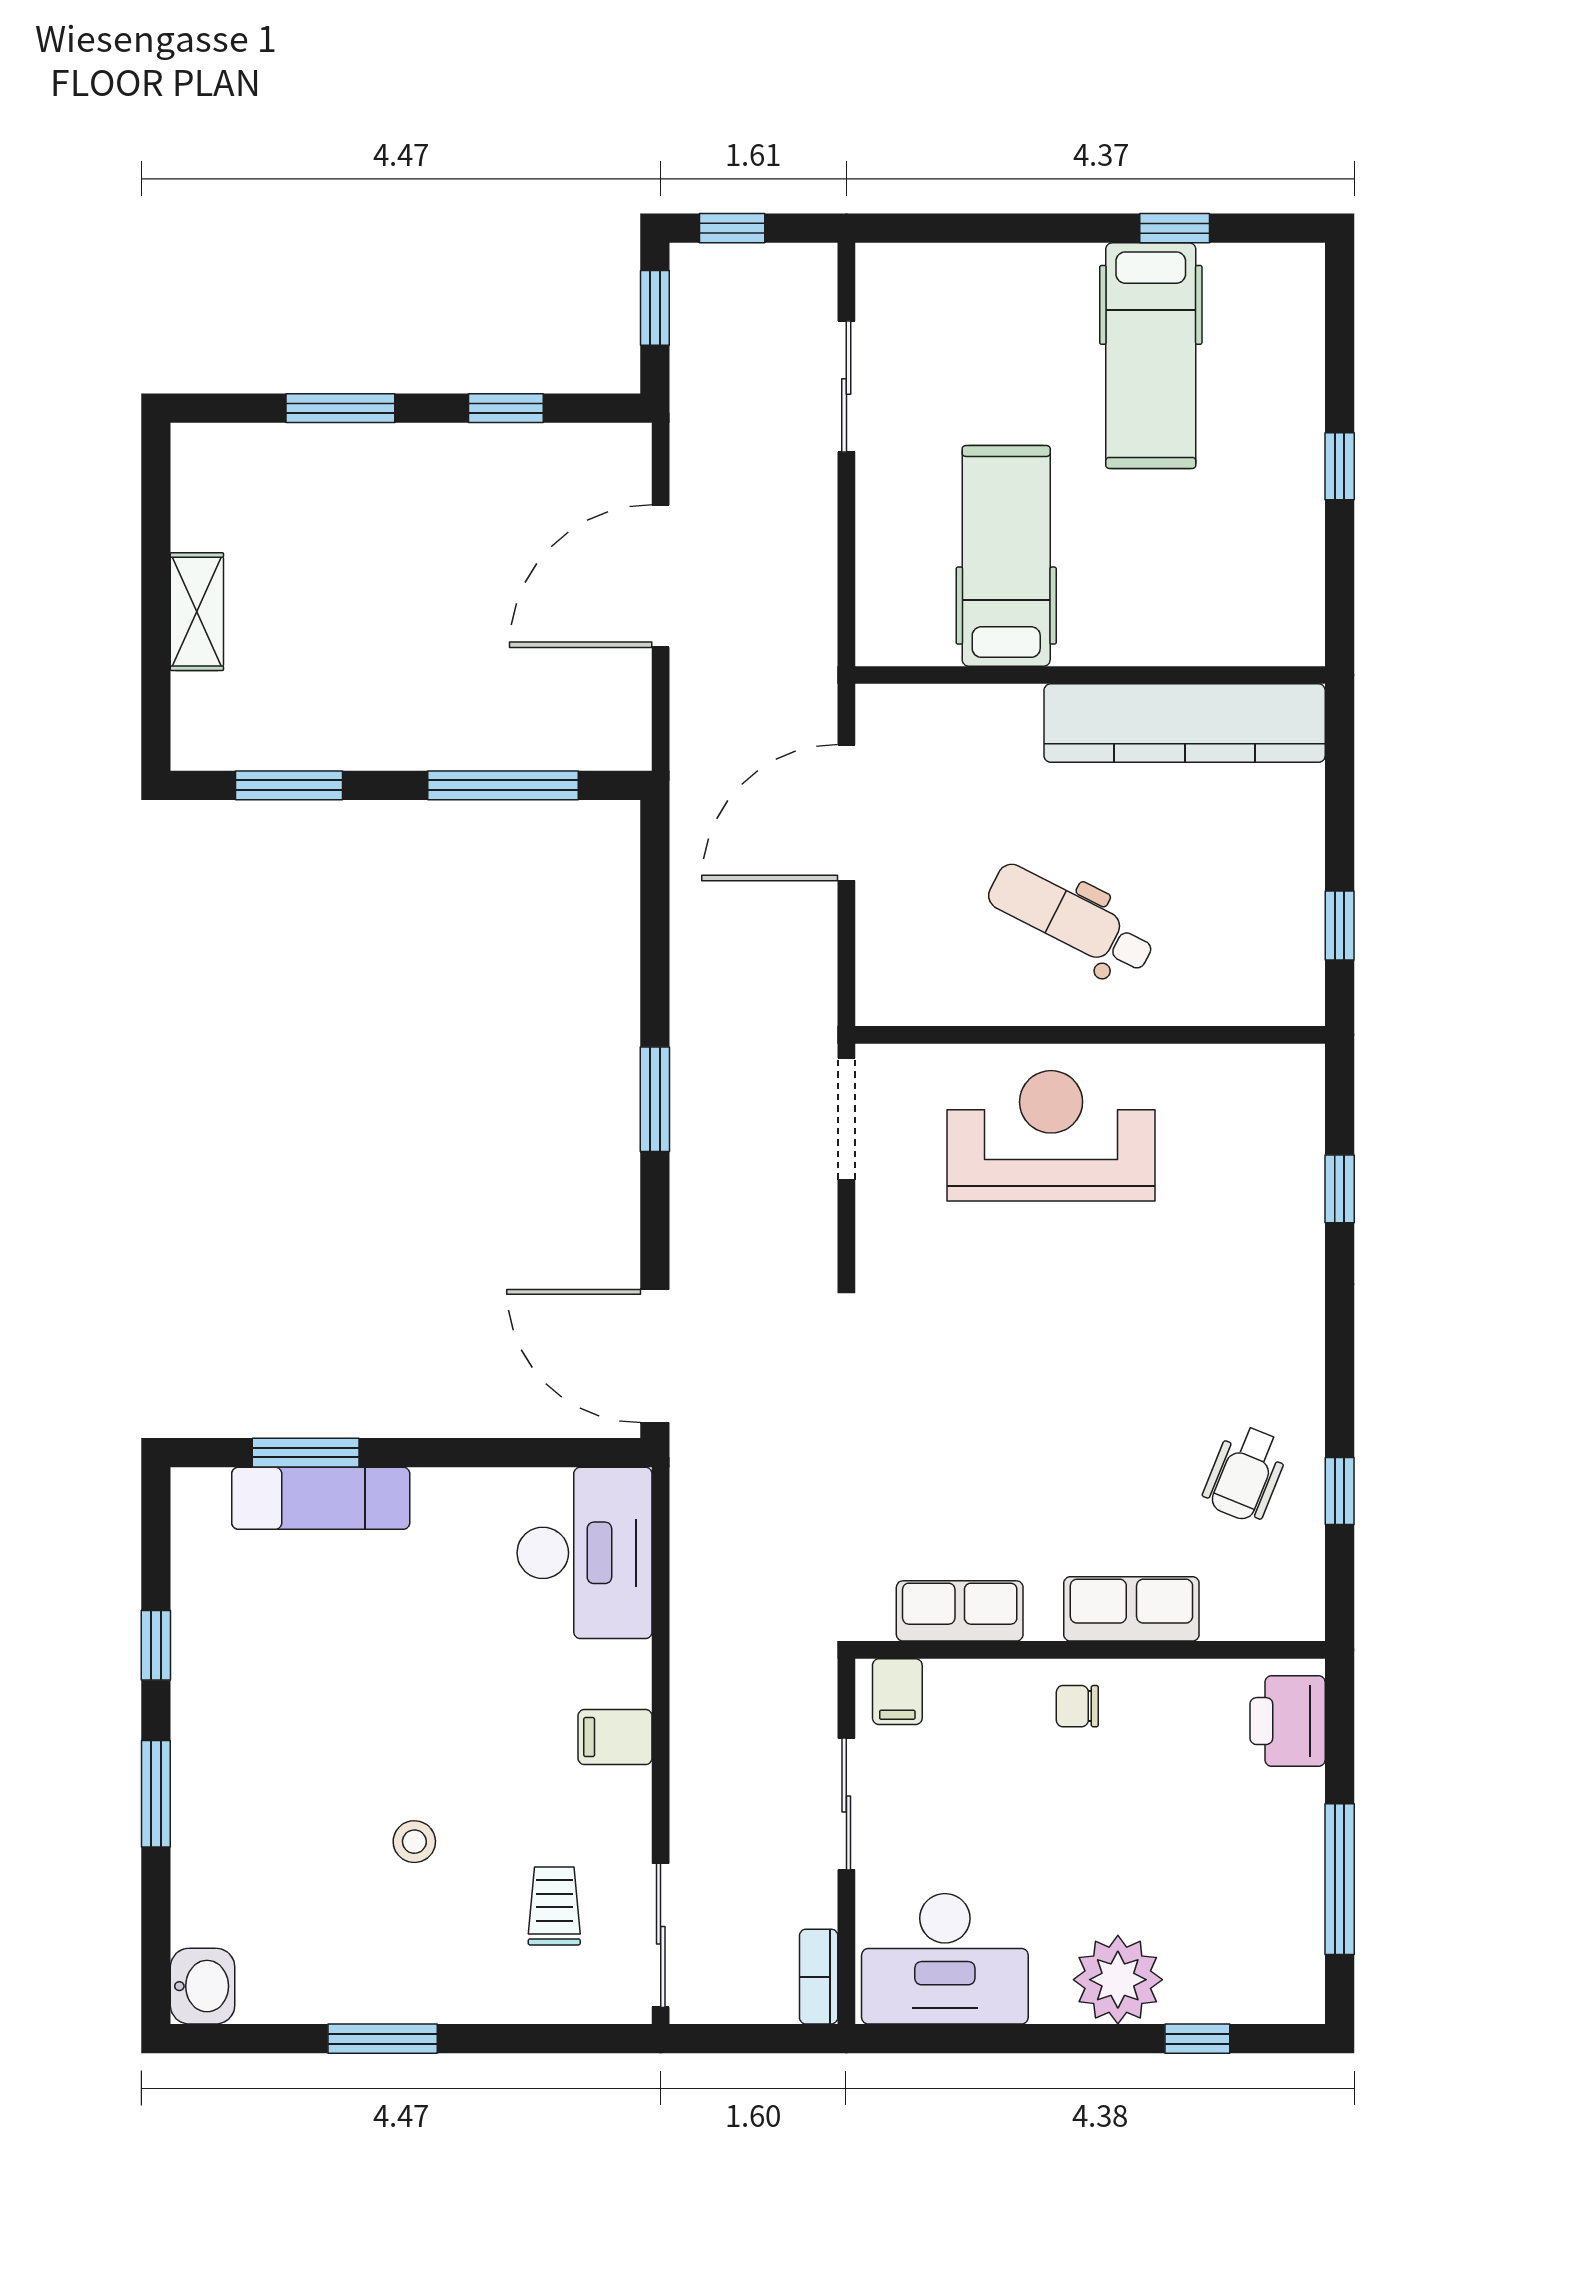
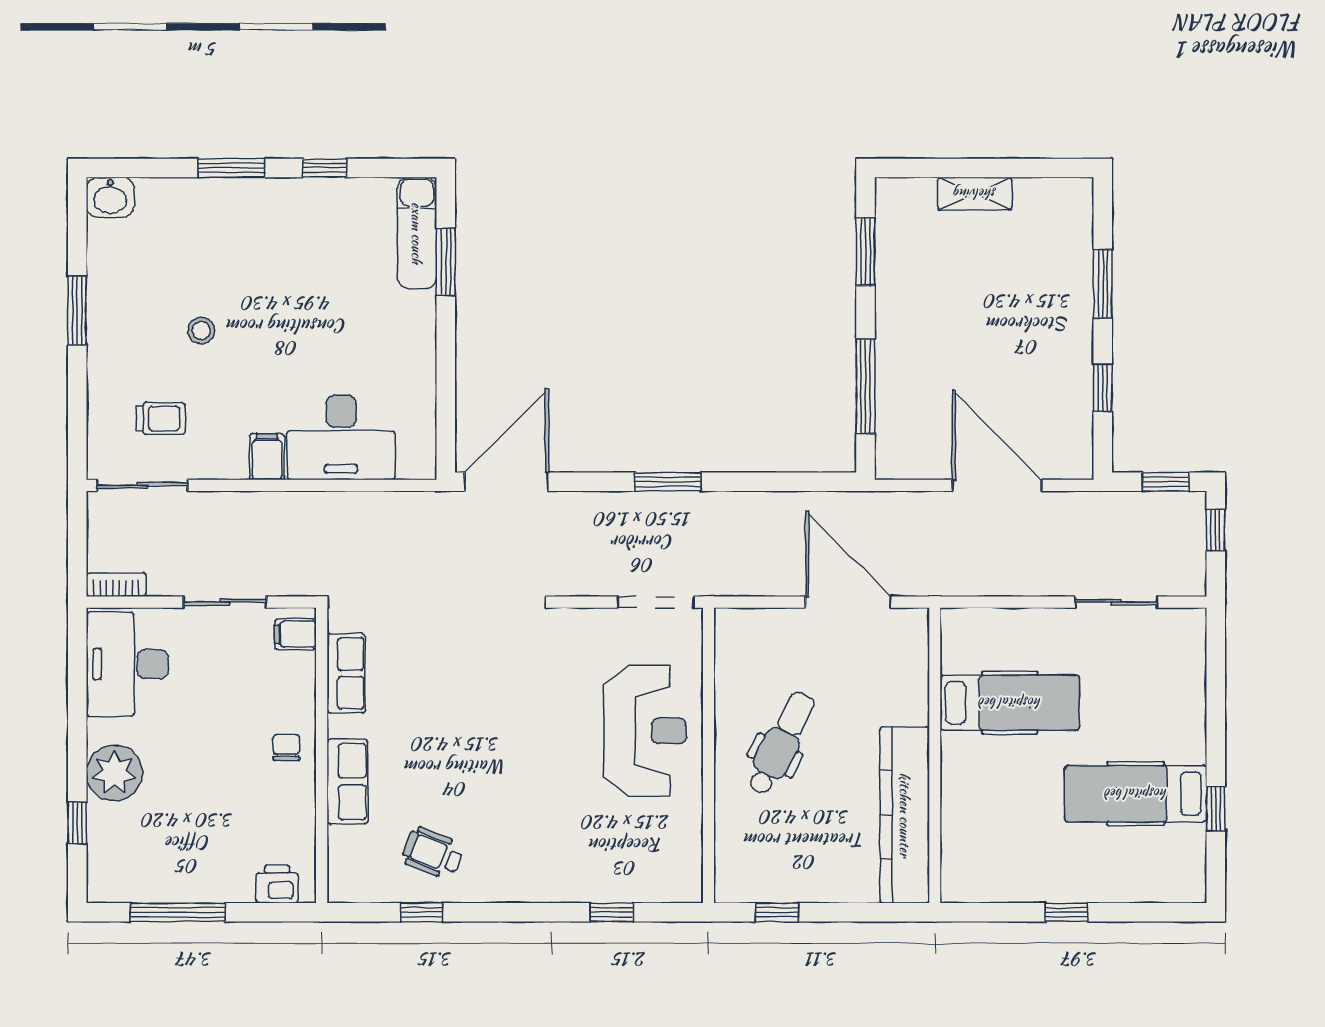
exam couch: (321, 1498) -> (417, 233), moved
desk: (585, 1553) -> (341, 438), moved
printer: (1288, 1721) -> (277, 884), width x0.73, depth x0.81

